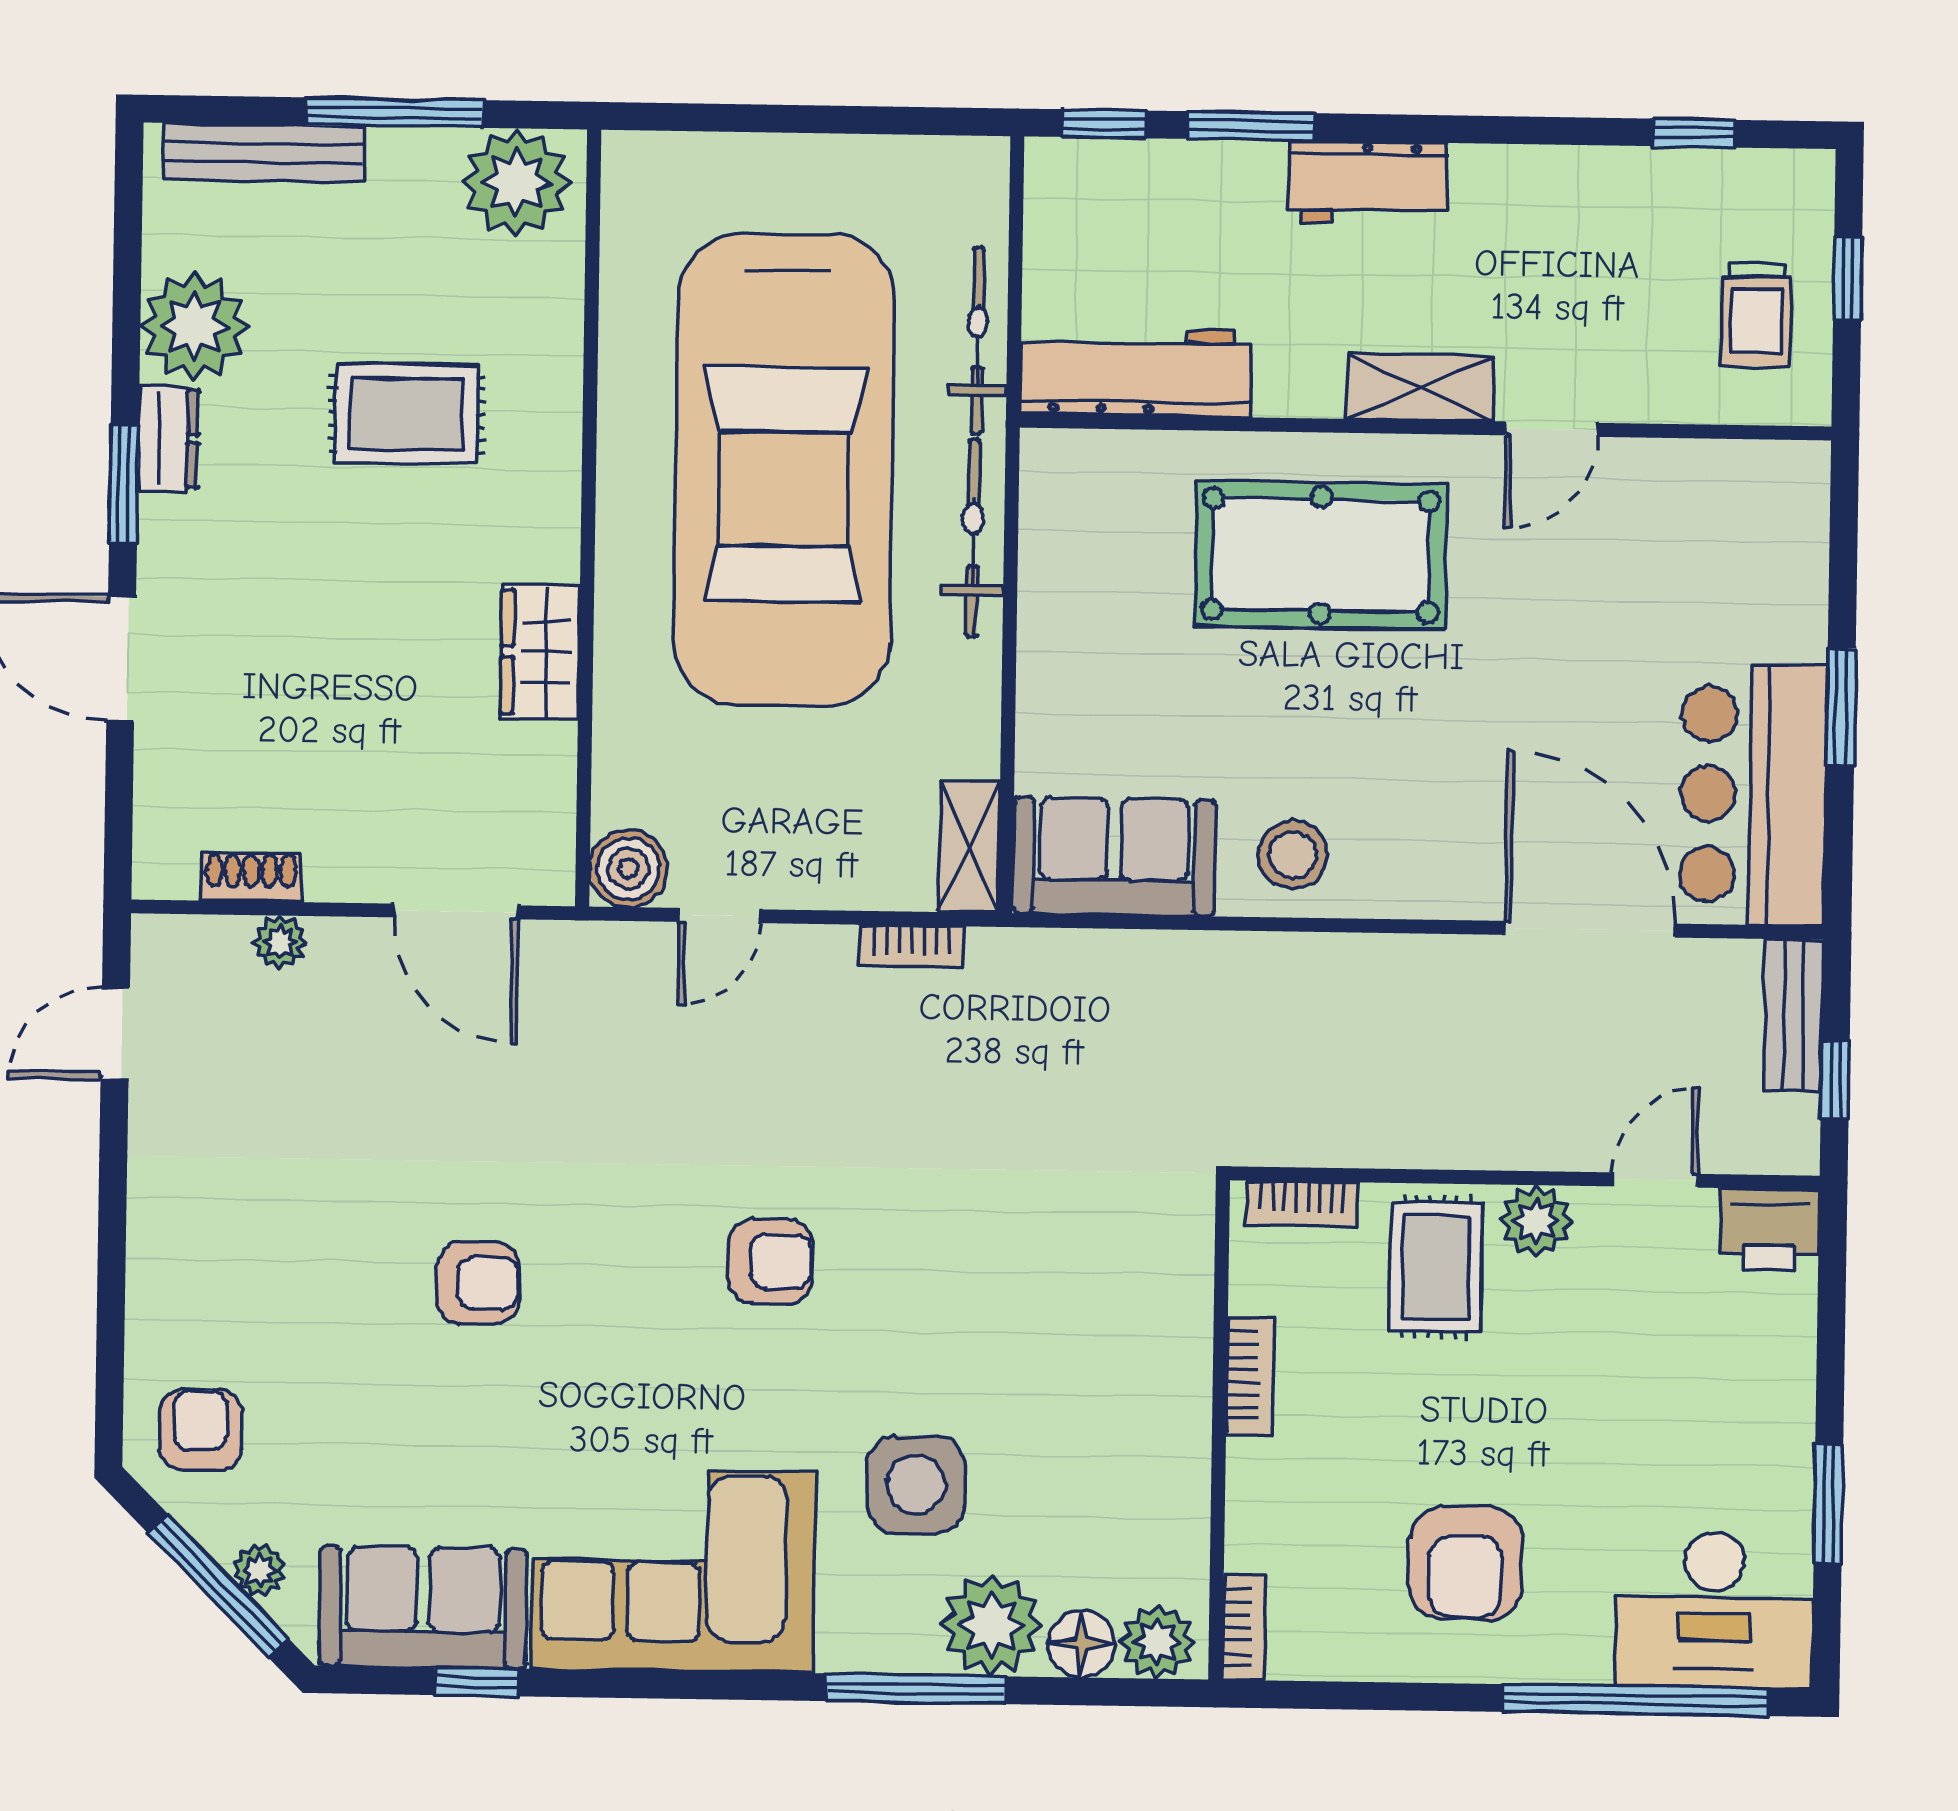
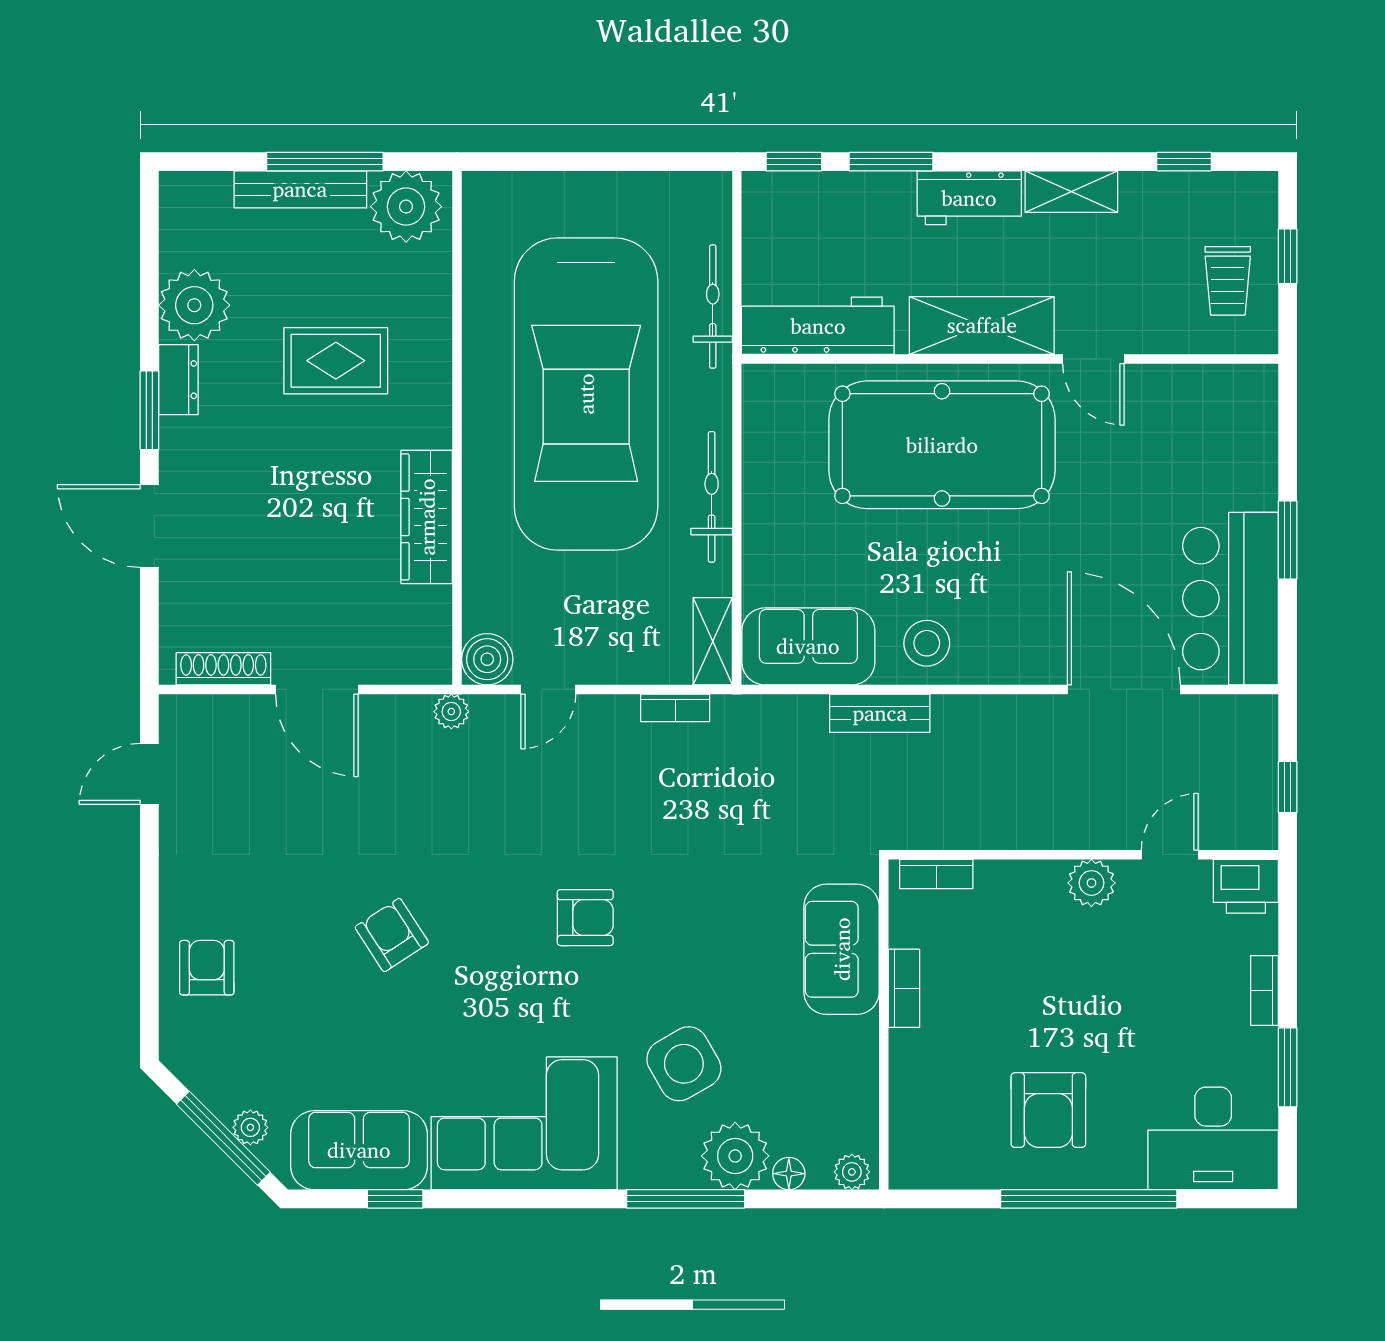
bench: (264, 152) -> (300, 189), moved
shelving: (1522, 176) -> (1071, 192), added
shelving: (1420, 387) -> (982, 325), width x1.50, depth x1.33
door: (1552, 429) -> (1093, 359), hinge flipped
bicycle: (973, 538) -> (712, 497), moved
pool table: (1321, 555) -> (942, 445), width x1.36, depth x1.32
wardrobe: (540, 652) -> (427, 517), width x1.50
shoe rack: (251, 877) -> (223, 669), width x1.43
door: (456, 911) -> (317, 689), moved
plant: (280, 942) -> (451, 712), moved
bench: (1793, 1015) -> (880, 713), moved, turned 90
rug: (1436, 1267) -> (1026, 914), removed
armchair: (478, 1283) -> (392, 935), turned -123
sofa: (1157, 1315) -> (842, 949), added
armchair: (201, 1430) -> (207, 968), moved
side table: (916, 1484) -> (684, 1064), turned -30
bookcase: (1244, 1627) -> (1265, 990), moved, turned 180
plant: (1157, 1642) -> (852, 1172), width x0.73, depth x0.73
floor lamp: (1081, 1644) -> (789, 1174), width x0.73, depth x0.73
window: (1635, 1700) -> (1089, 1199), moved

